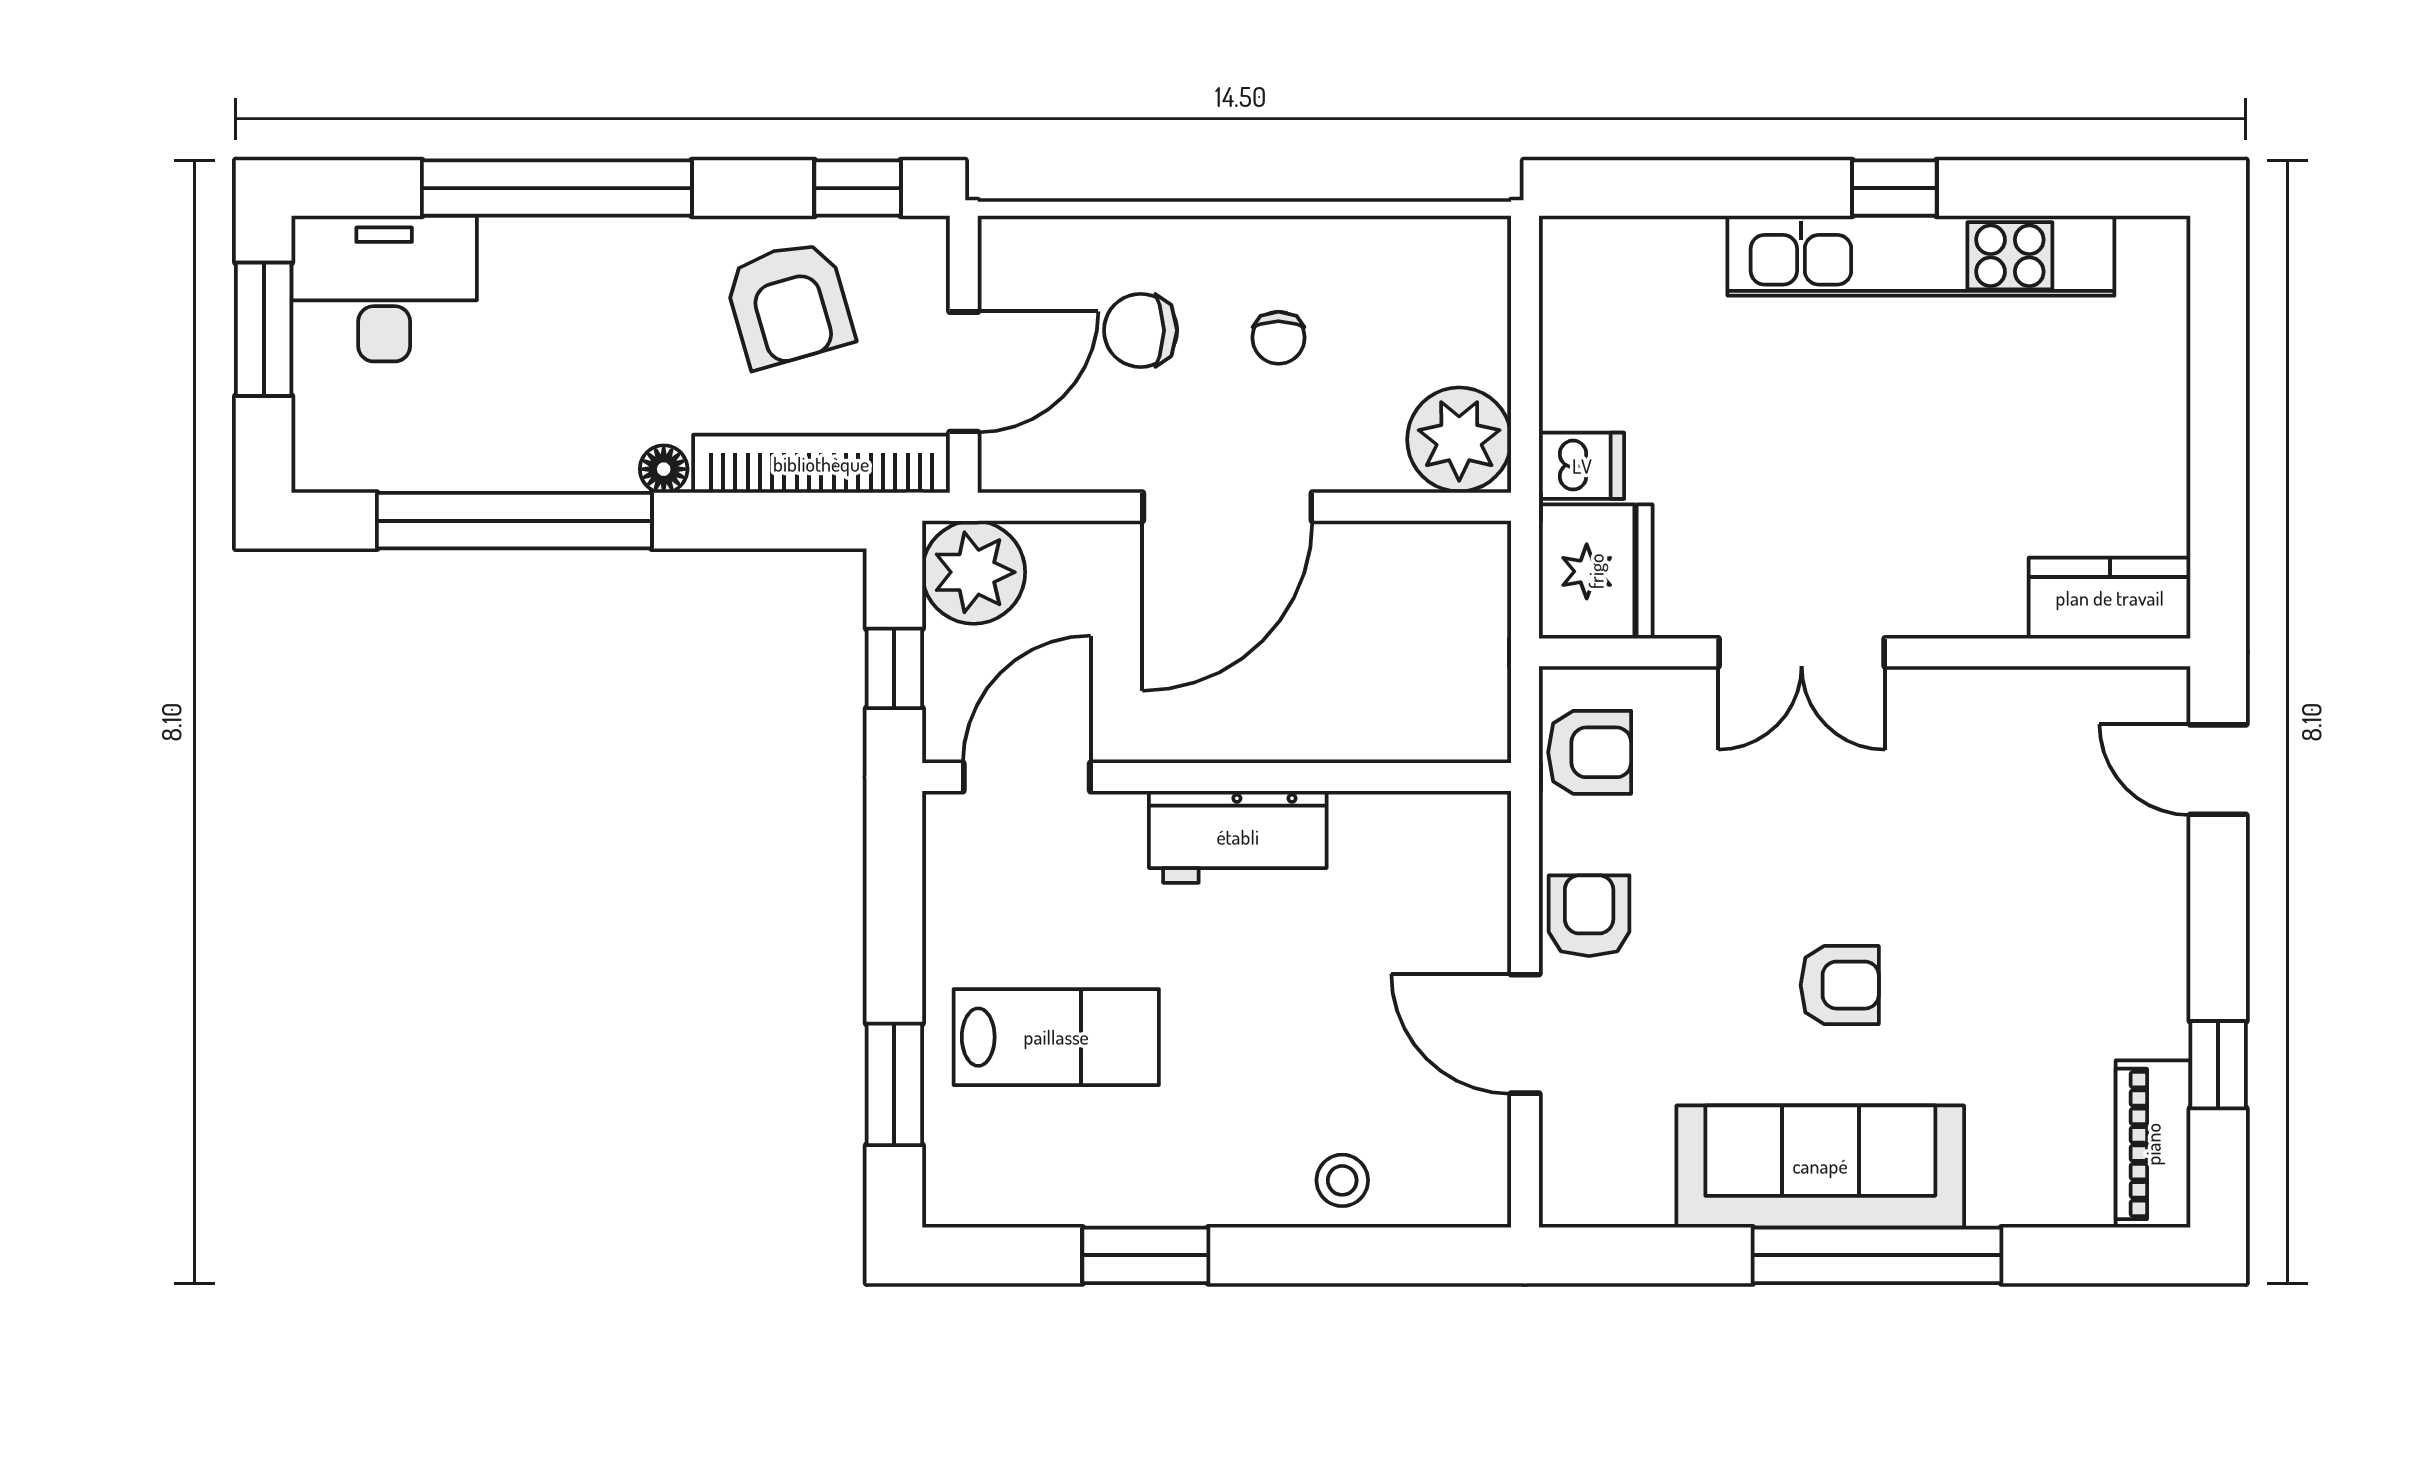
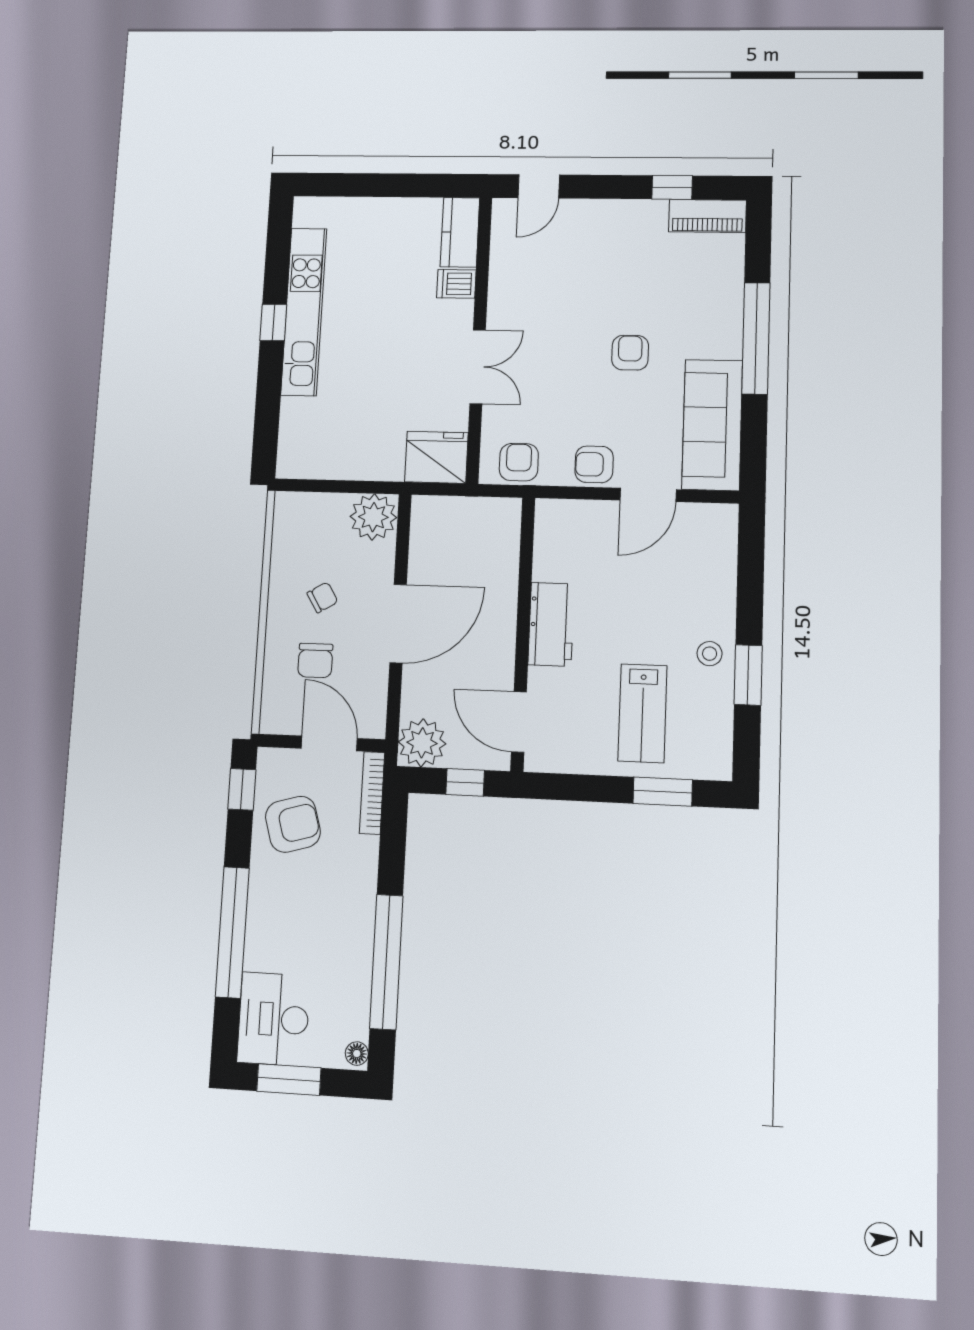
chair: (1278, 338) -> (322, 597), turned -31
bookcase: (821, 464) -> (372, 793), width x0.68, depth x0.76
dishwasher: (1582, 466) -> (456, 284), moved, turned -90
floor lamp: (664, 469) -> (357, 1054), moved
door: (1227, 507) -> (398, 624), hinge flipped
lab bench: (1056, 1037) -> (642, 713), turned 180
sofa: (1820, 1166) -> (712, 425), moved
stool: (1342, 1180) -> (710, 654), moved

